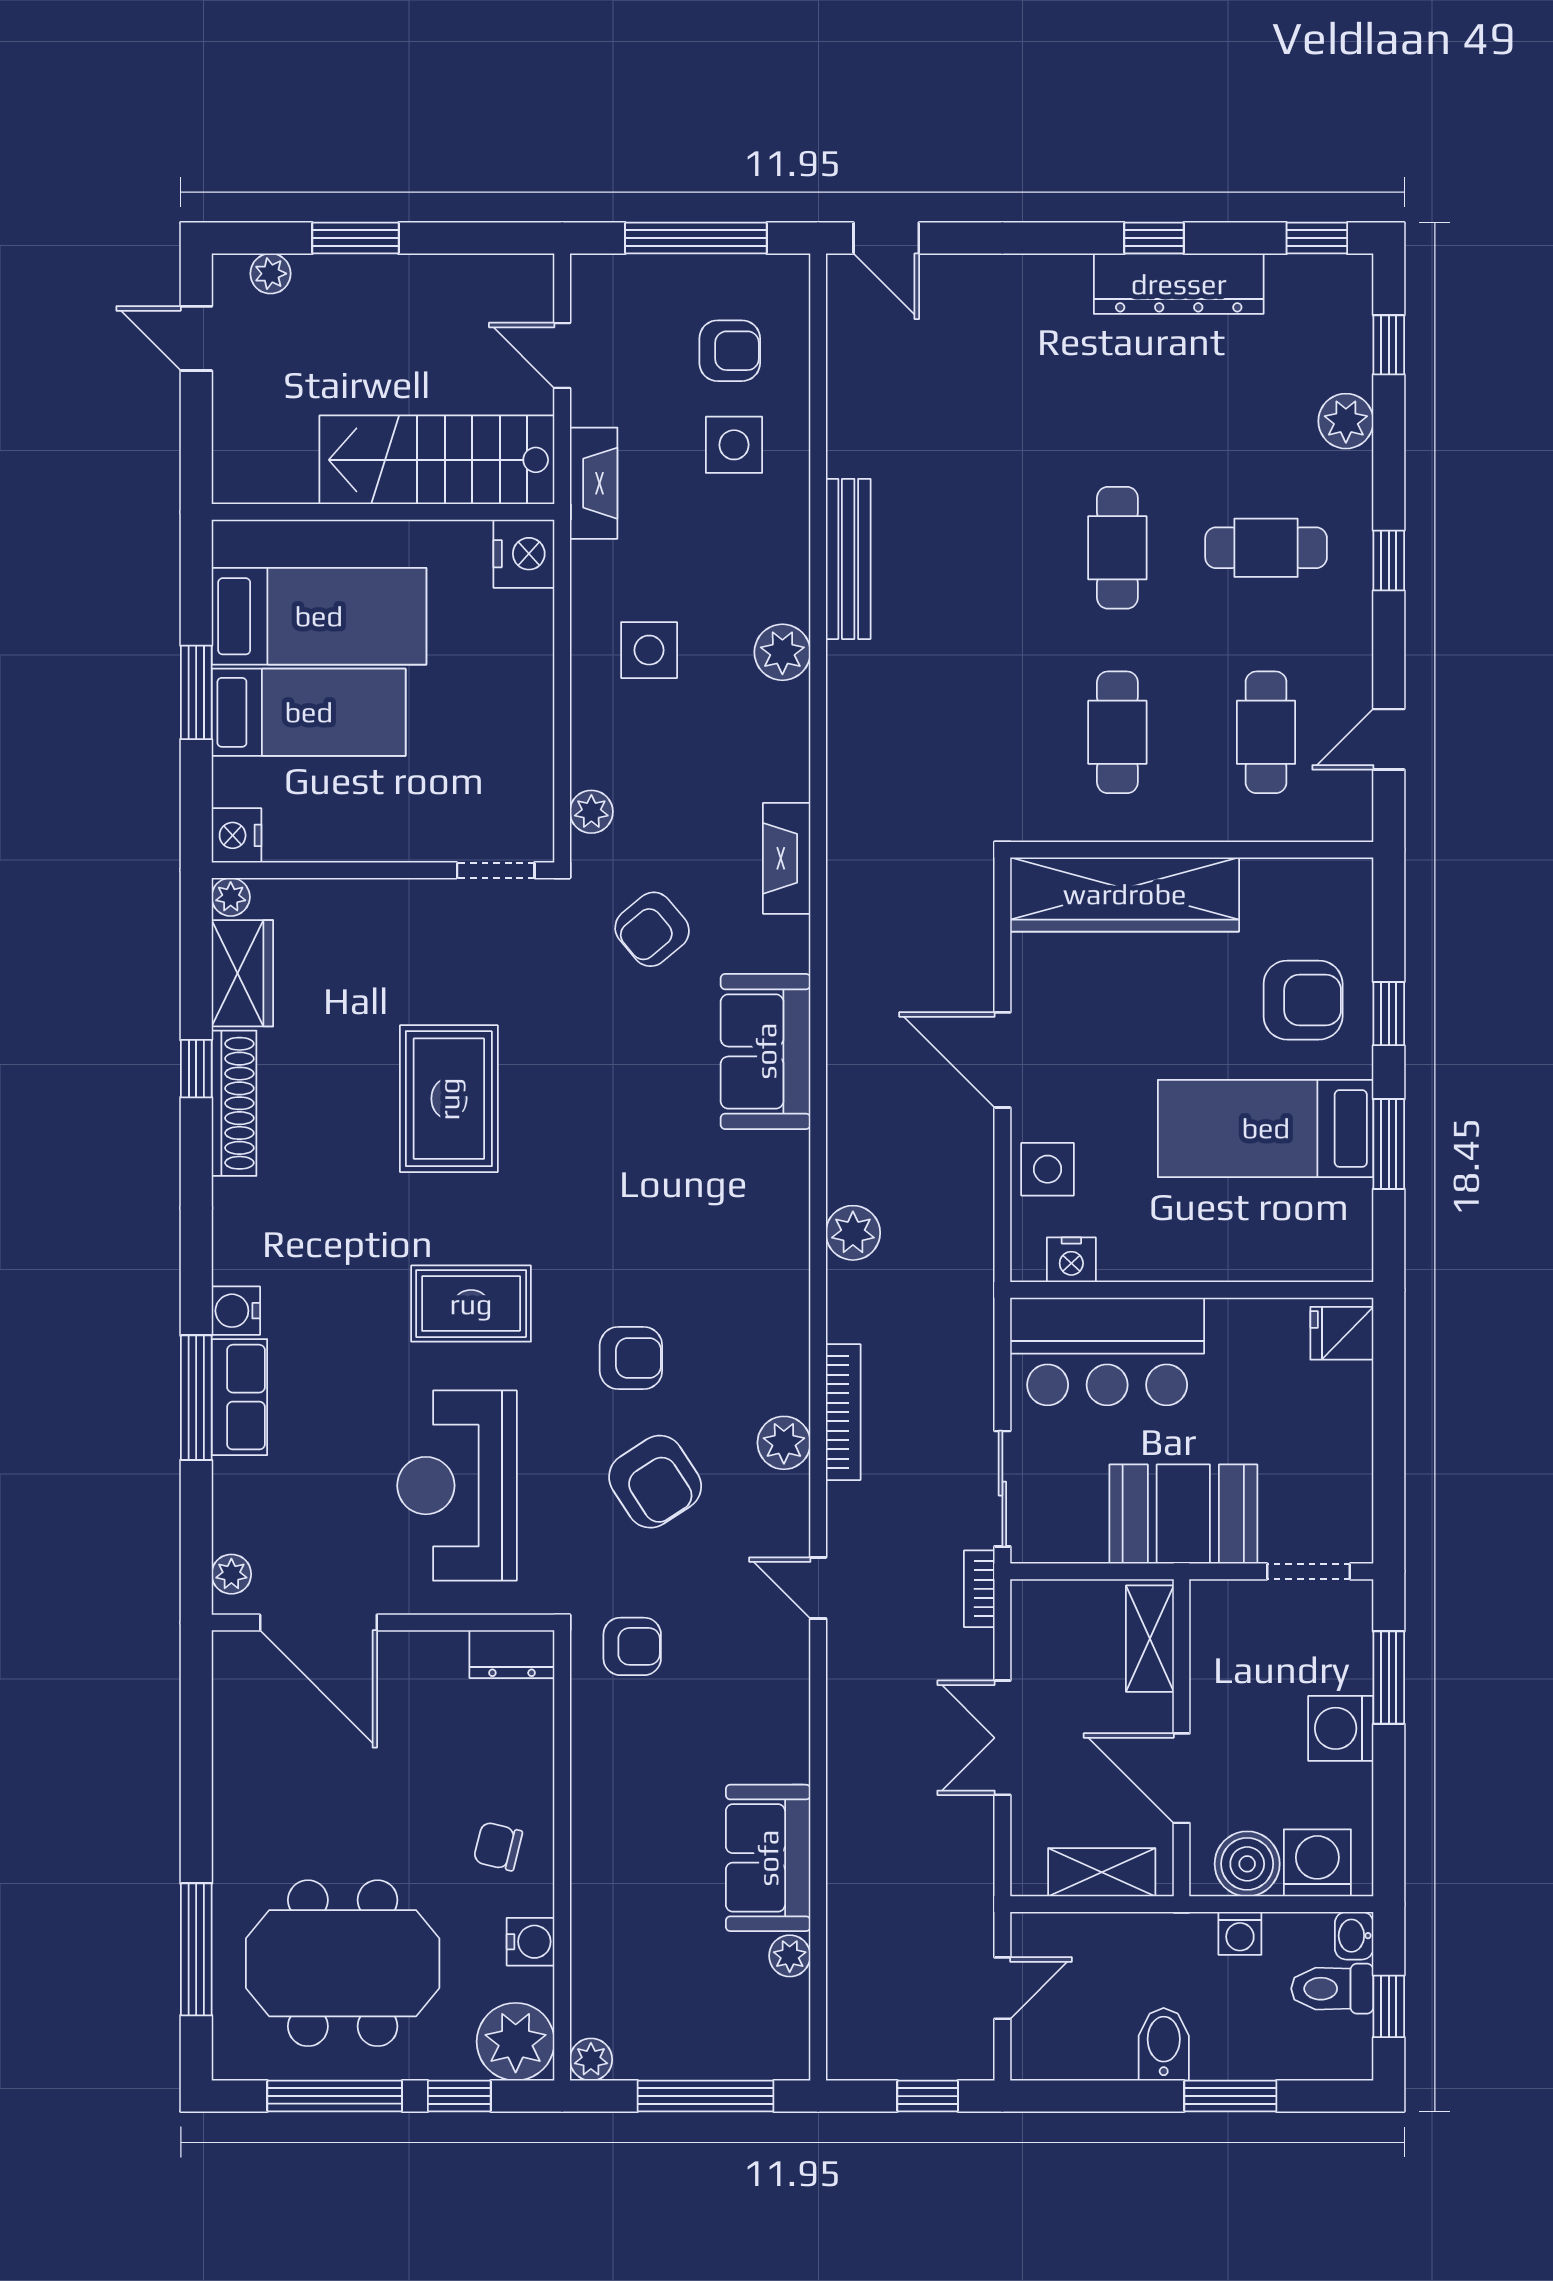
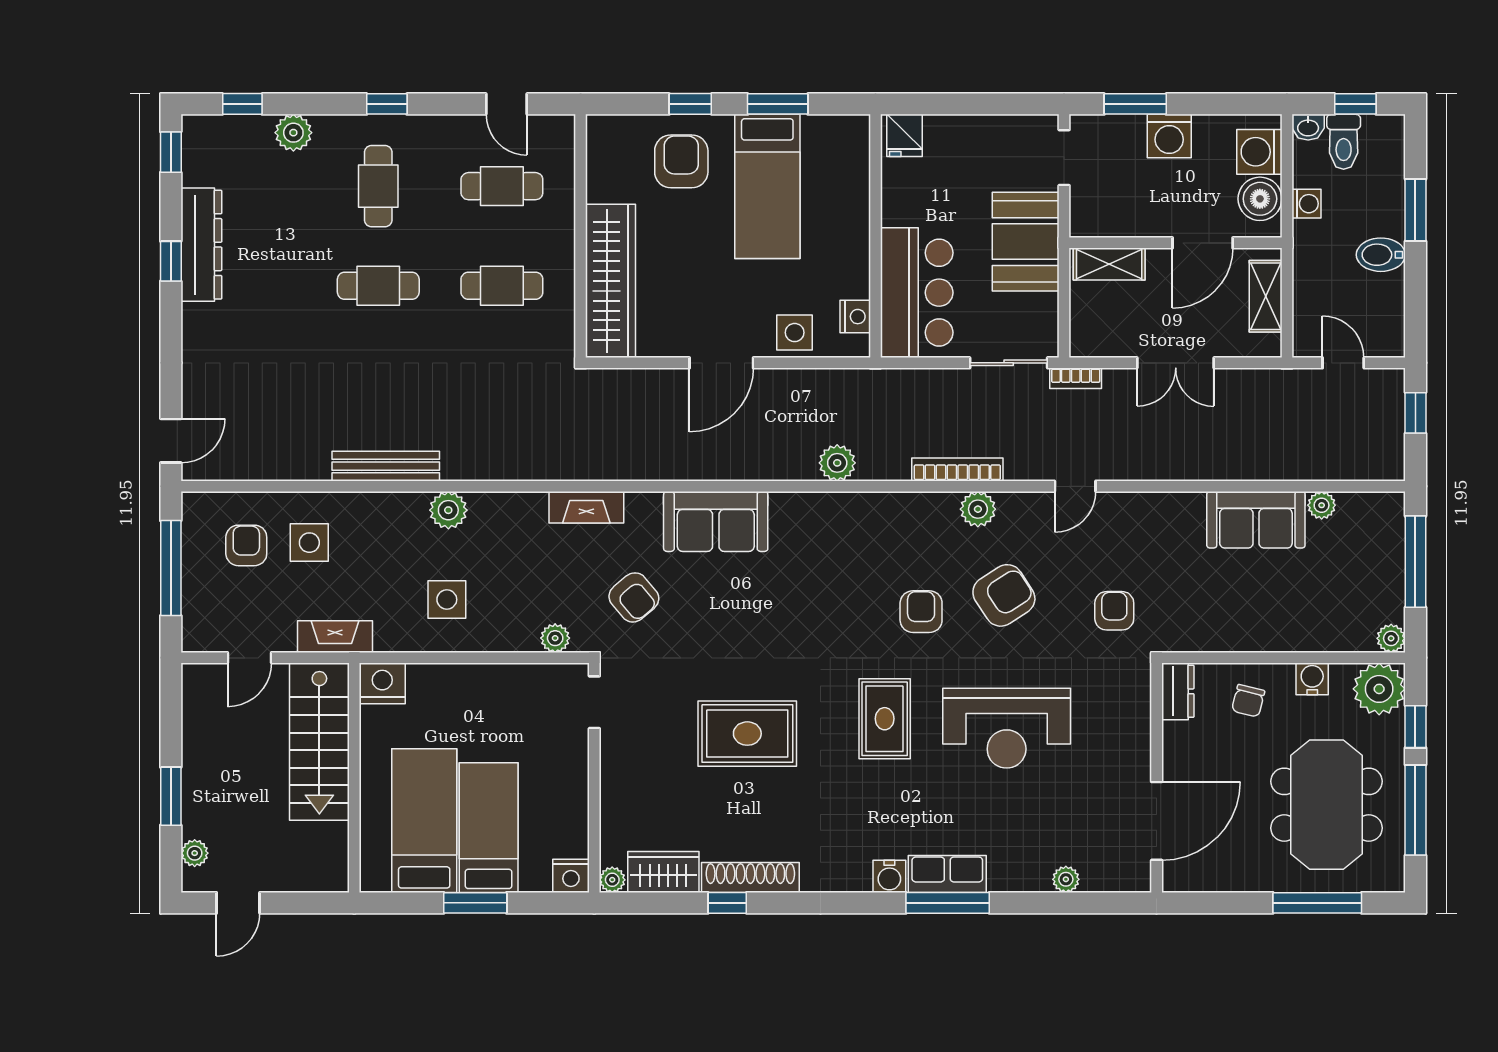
door: (318, 1623) -> (1157, 821), moved
wall: (383, 1623) -> (1157, 778), moved
dresser: (512, 1654) -> (1178, 691), moved

